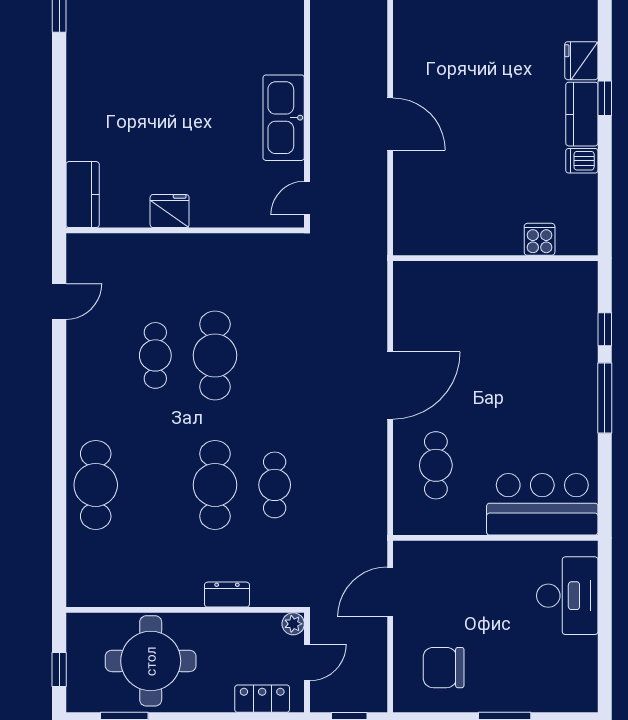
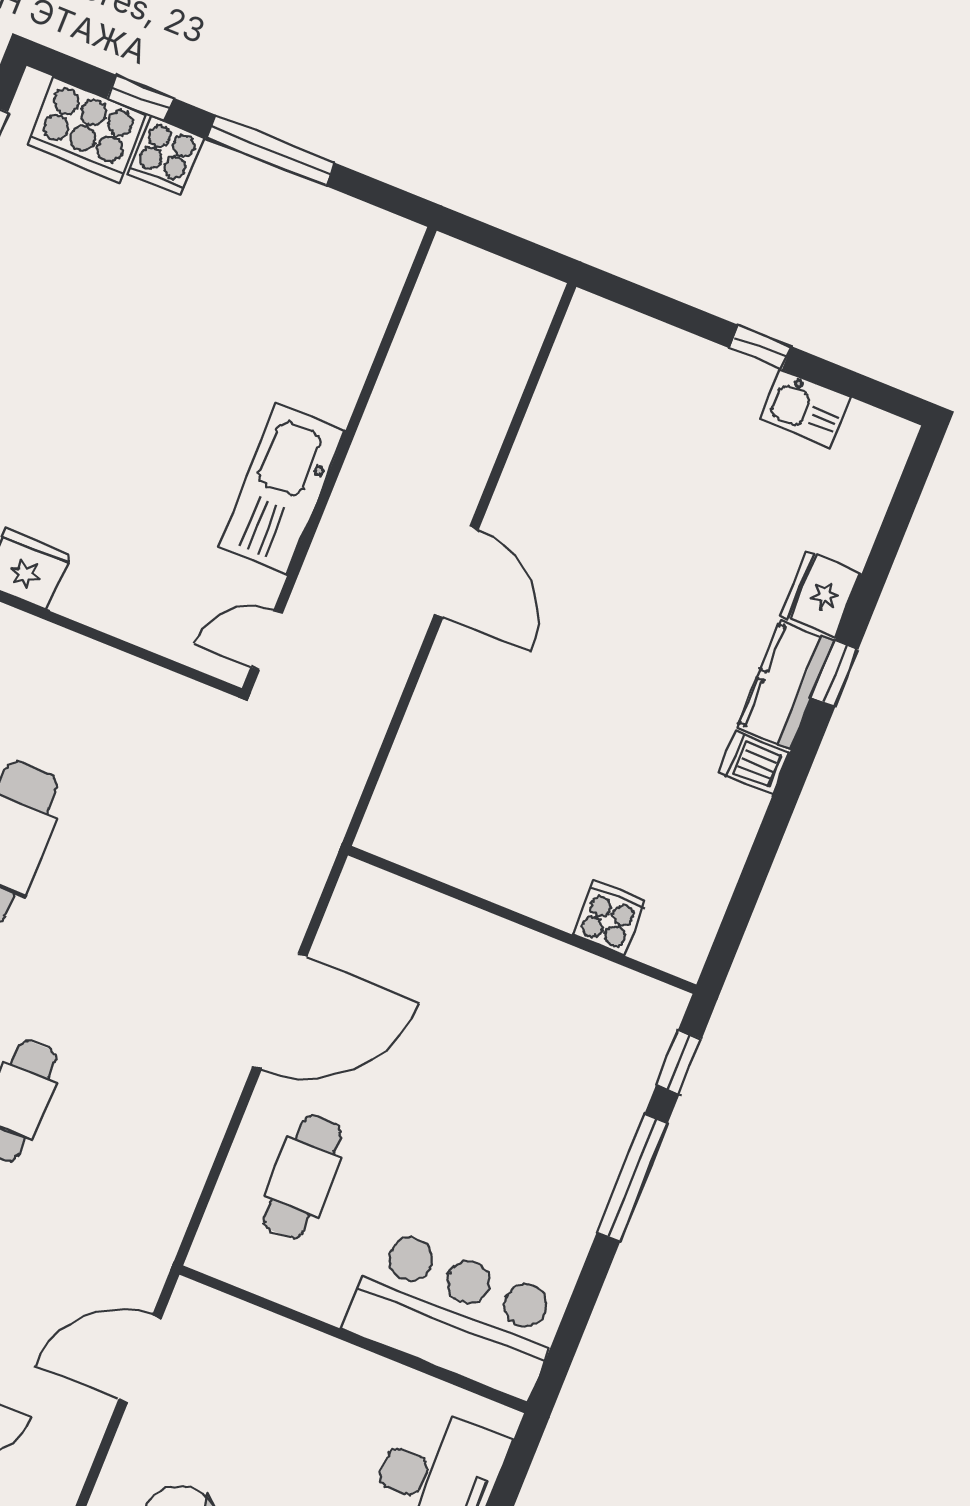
cooker: (540, 239) -> (609, 918), moved
wall: (495, 258) -> (522, 920), moved

